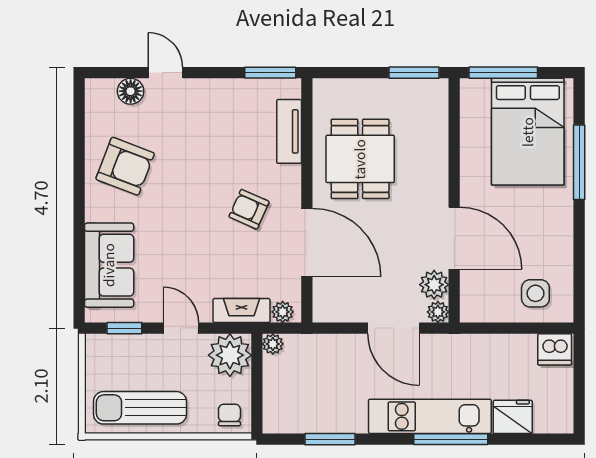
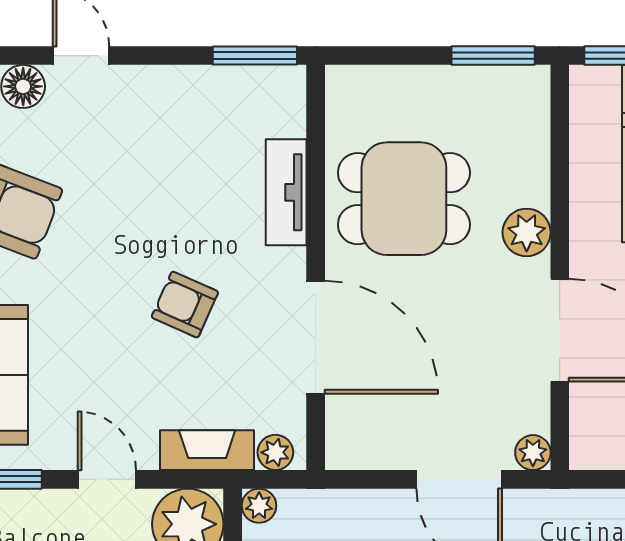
tv unit: (289, 131) -> (286, 192), moved
dining table: (360, 159) -> (404, 199), turned 90
armchair: (249, 209) -> (185, 305), moved
plant: (434, 285) -> (527, 232), moved

